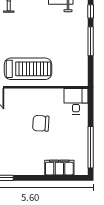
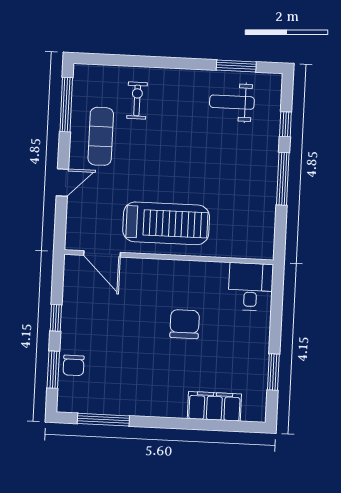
chair: (41, 123) -> (185, 324), turned 87
window: (91, 147) -> (273, 372), width x0.47

